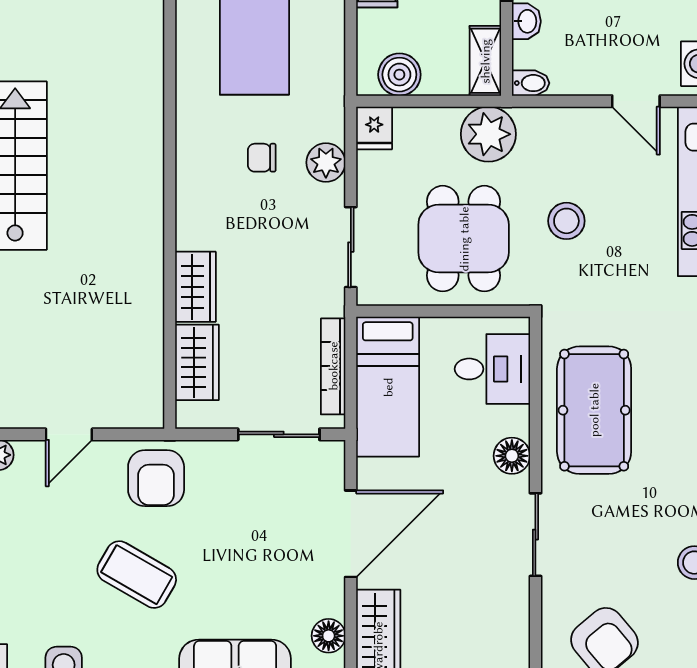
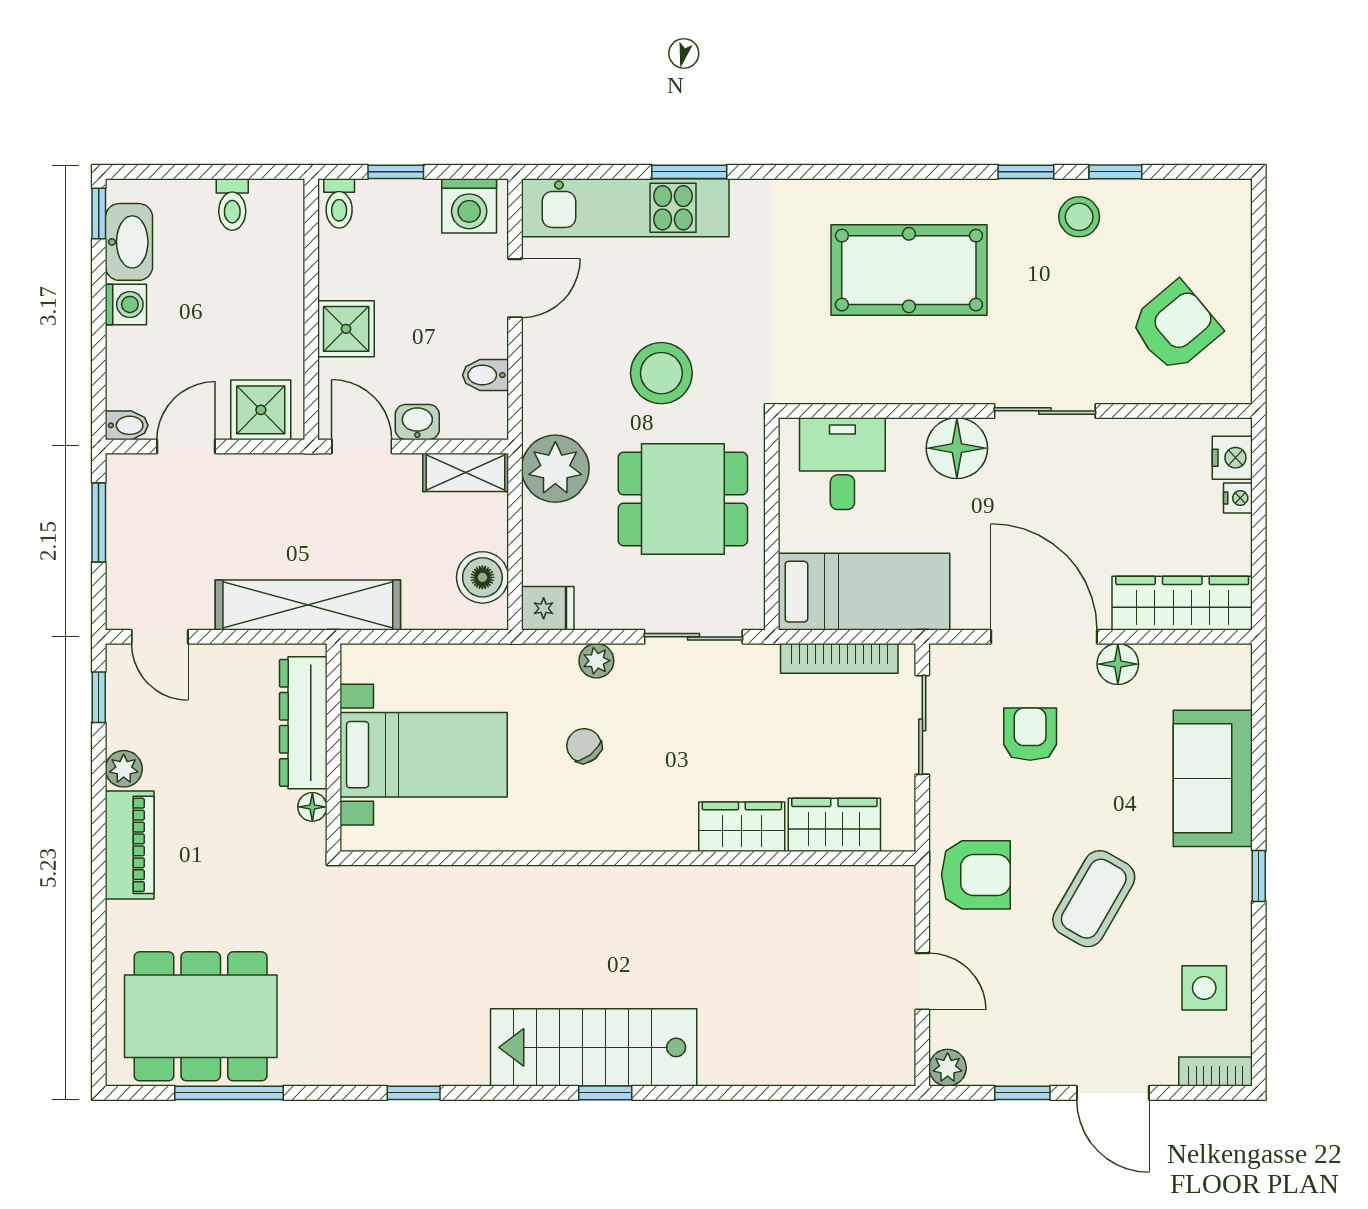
bidet: (531, 83) -> (485, 375), moved, turned -90
chair: (262, 158) -> (584, 746), turned 142
plant: (326, 162) -> (596, 661), width x0.73, depth x0.73
stool: (566, 221) -> (661, 373), width x1.38, depth x1.38
pool table: (594, 410) -> (909, 270), moved
floor lamp: (512, 456) -> (957, 448), width x1.38, depth x1.38
armchair: (271, 522) -> (1030, 734), added
floor lamp: (329, 636) -> (1118, 664), moved

